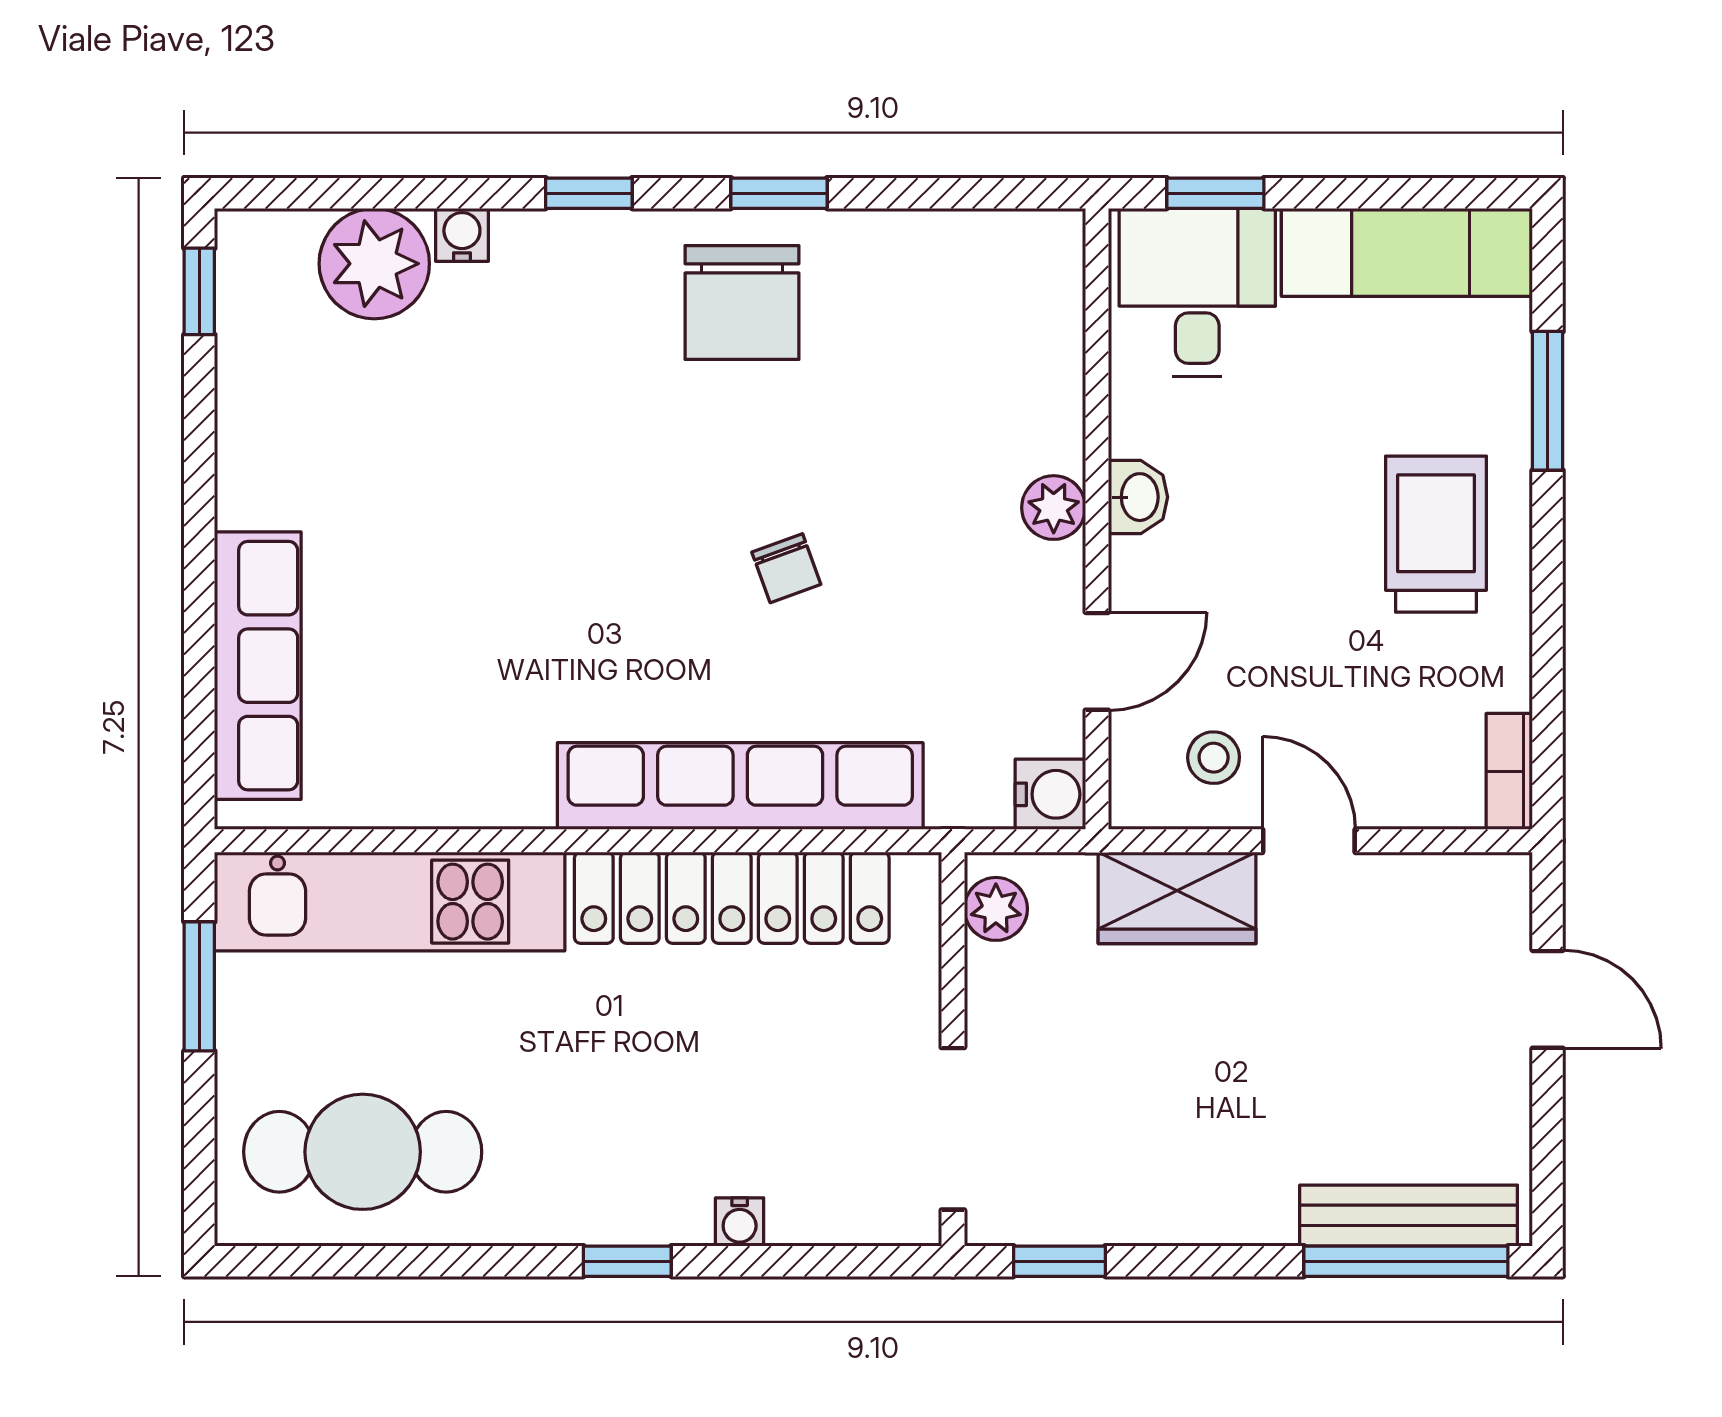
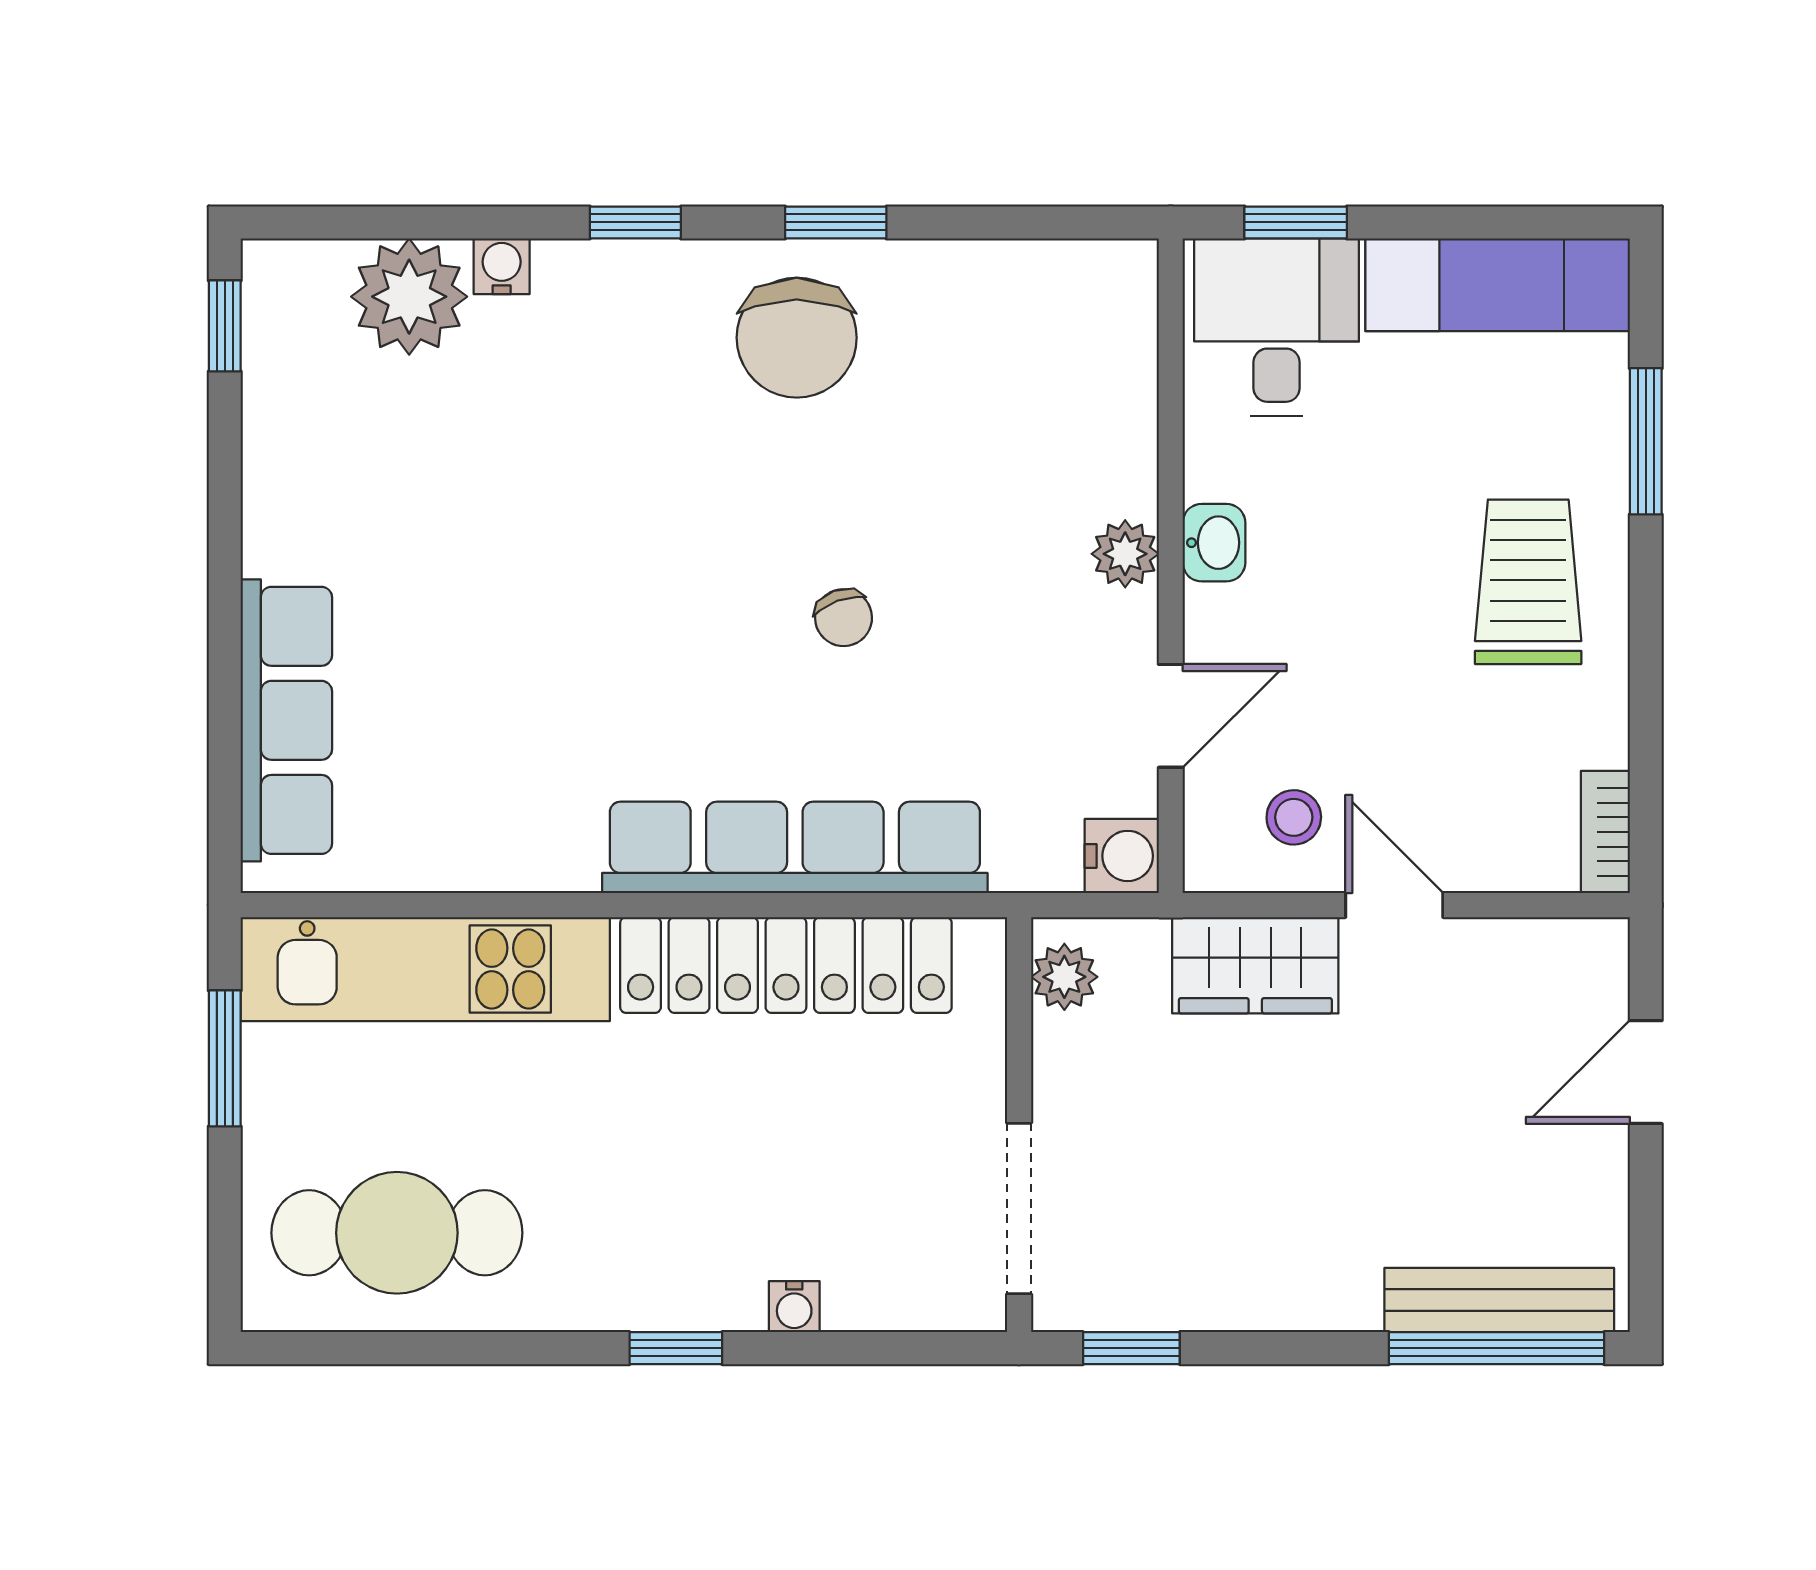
door: (1548, 999) -> (1646, 1072), swing flipped

